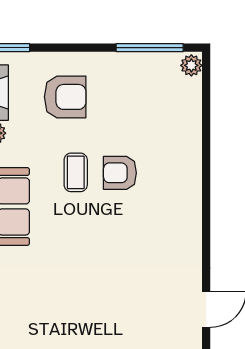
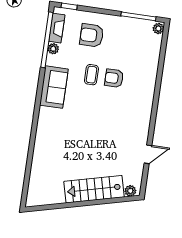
armchair: (65, 97) -> (92, 35), turned 180

